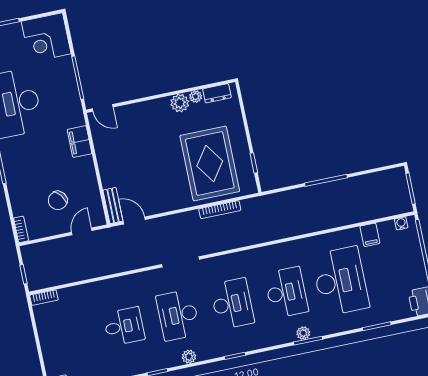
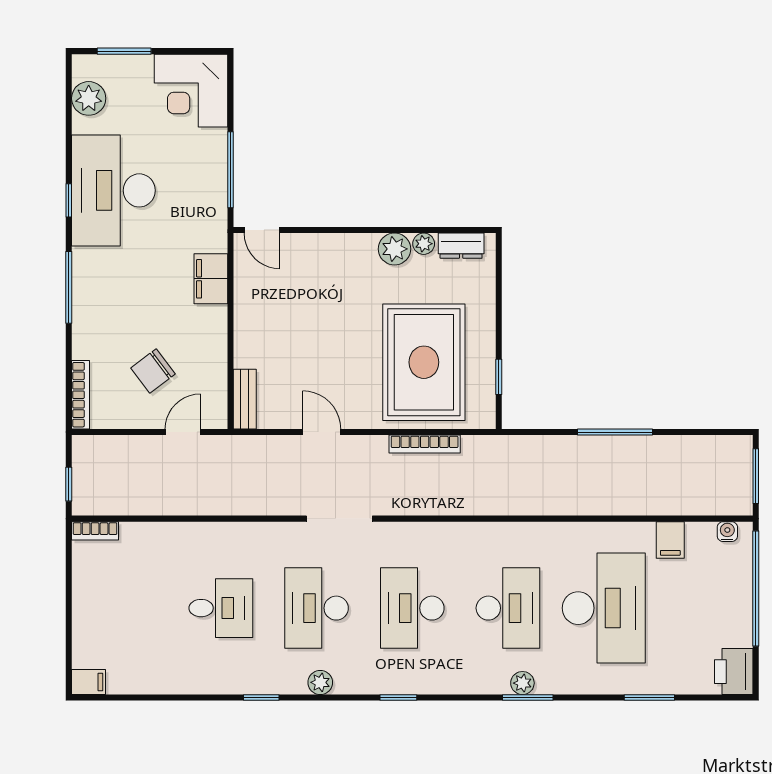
door: (134, 220) -> (322, 432), moved
bookcase: (21, 229) -> (81, 395), width x1.56
desk: (232, 304) -> (412, 608), turned 180

